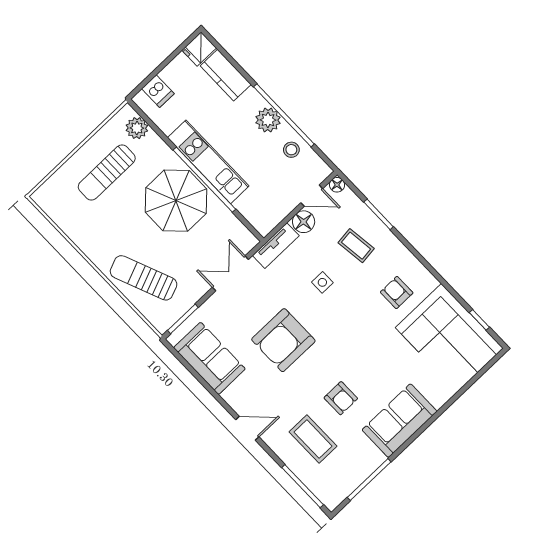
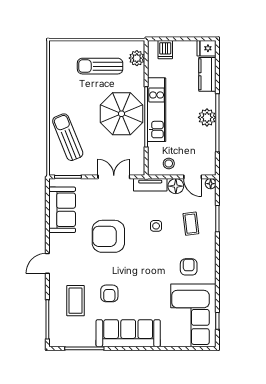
stool: (291, 150) -> (169, 164), moved
sofa: (399, 421) -> (128, 333), width x1.36
door: (247, 428) -> (47, 263), swing flipped

